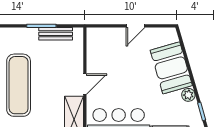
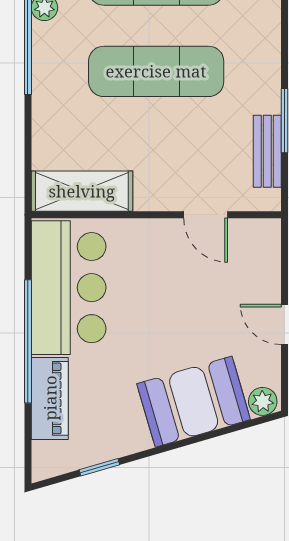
door: (85, 84) -> (206, 215), moved
plant: (188, 95) -> (263, 401), moved

